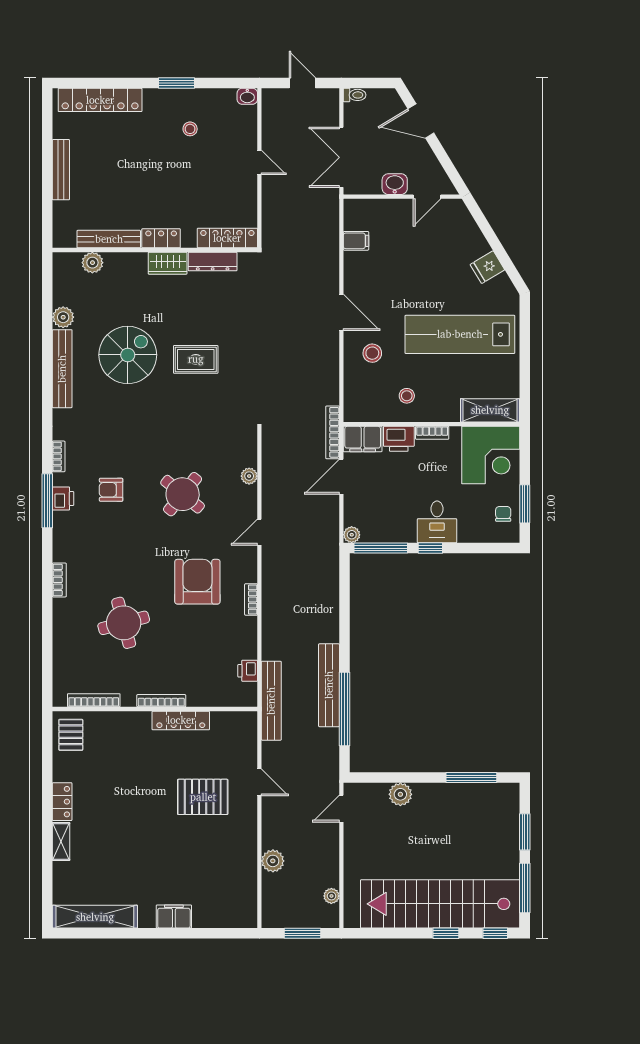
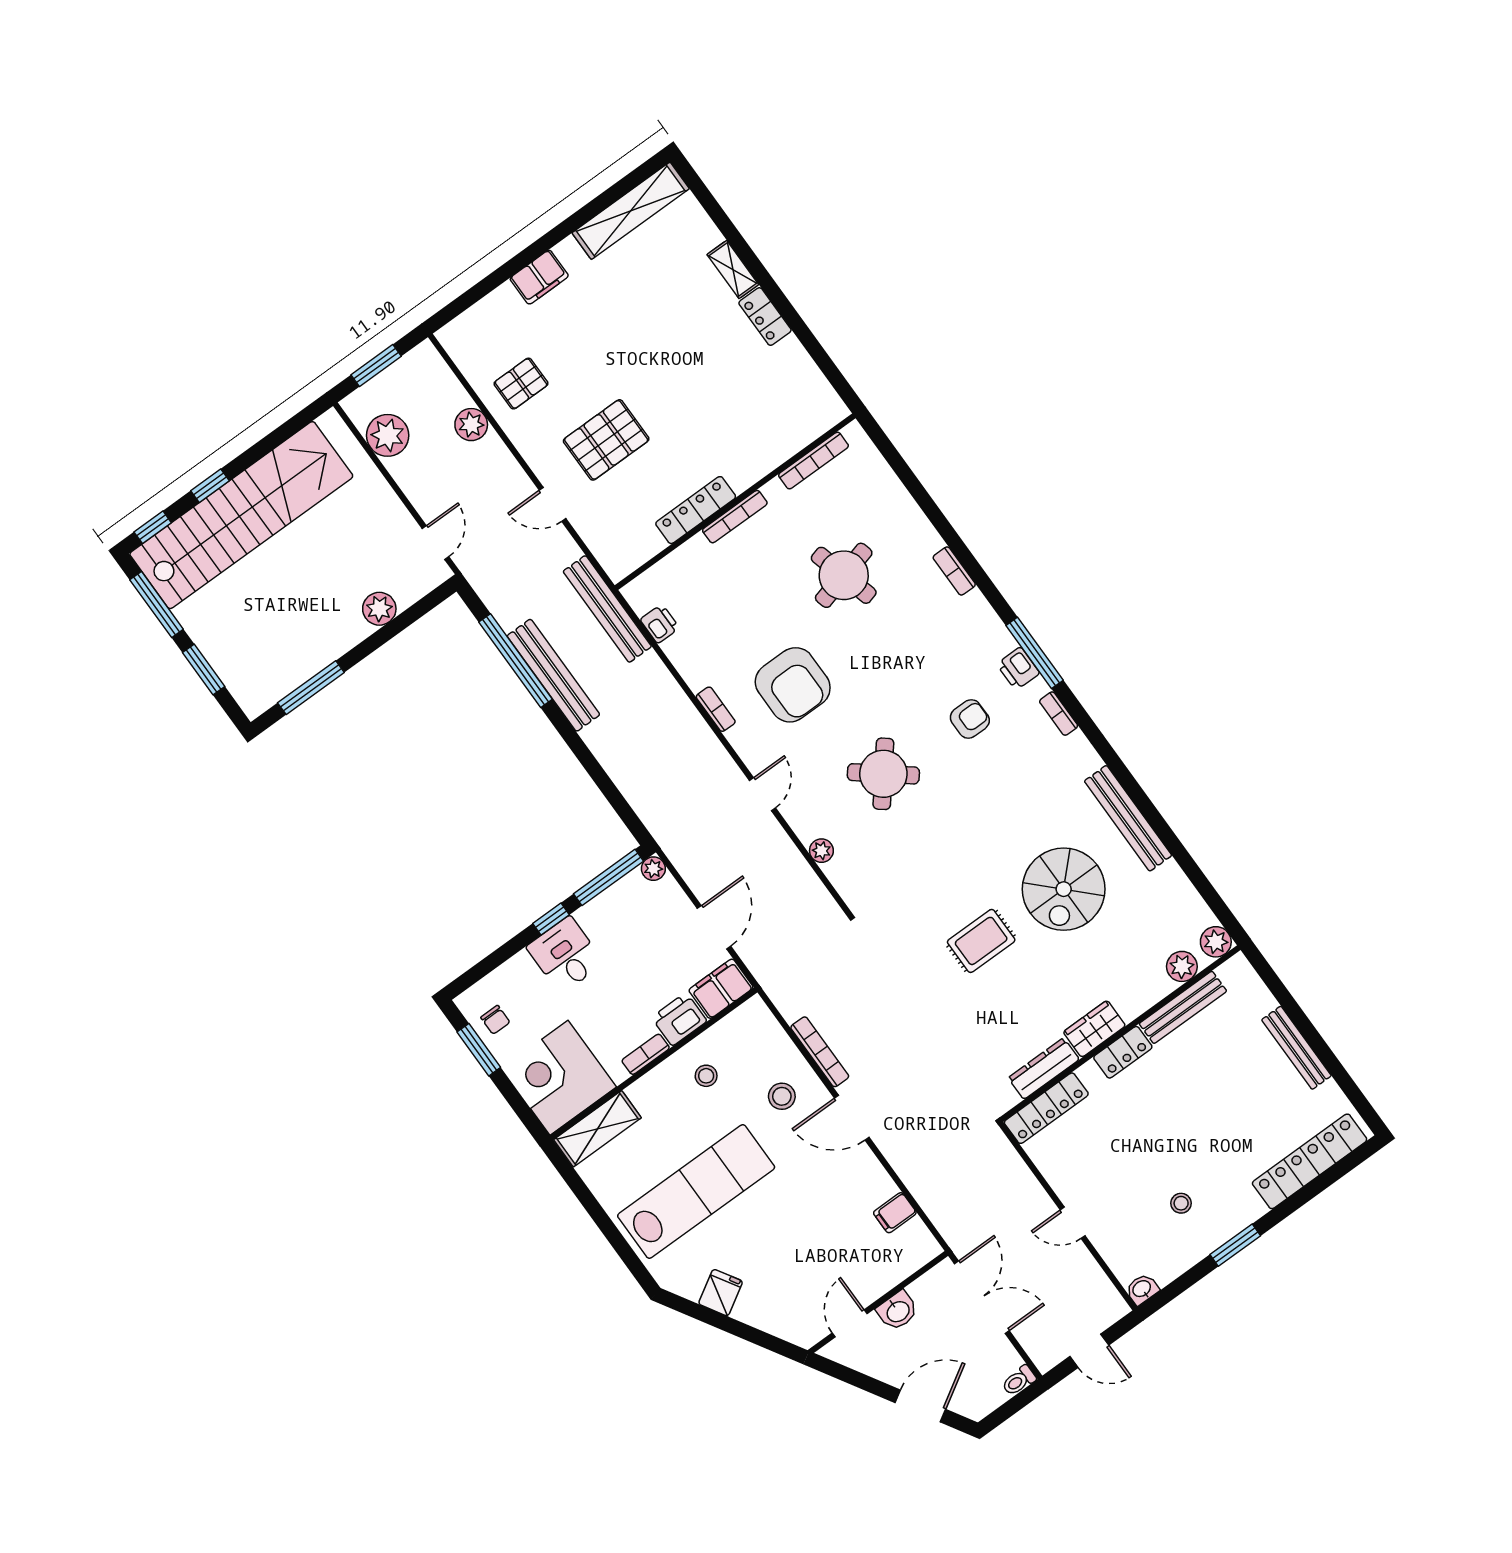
plant: (63, 317) -> (1216, 942), moved
bookcase: (333, 432) -> (820, 1052), moved
pallet: (71, 735) -> (521, 384), moved, turned 90
plant: (331, 896) -> (388, 435), width x1.88, depth x1.88

